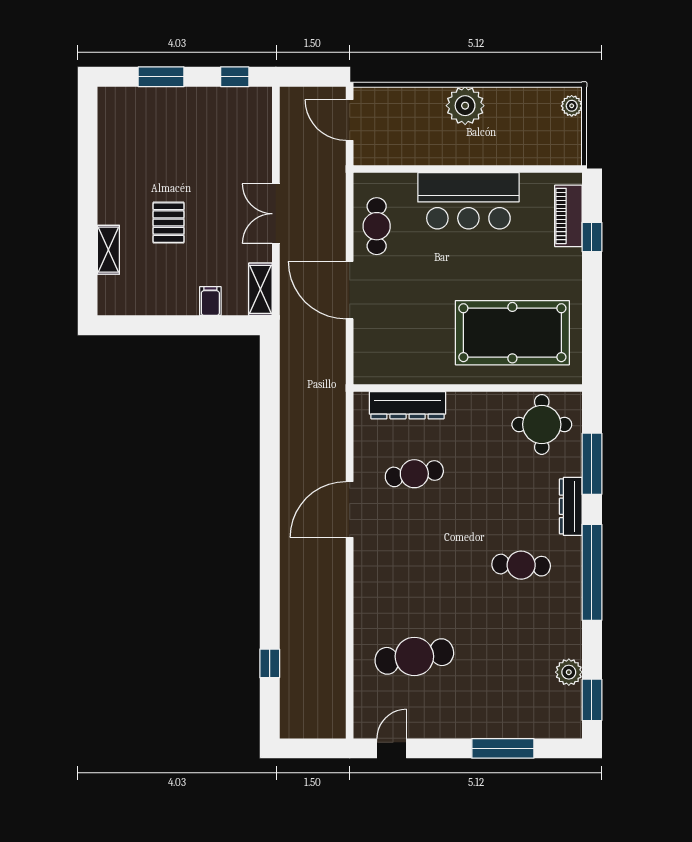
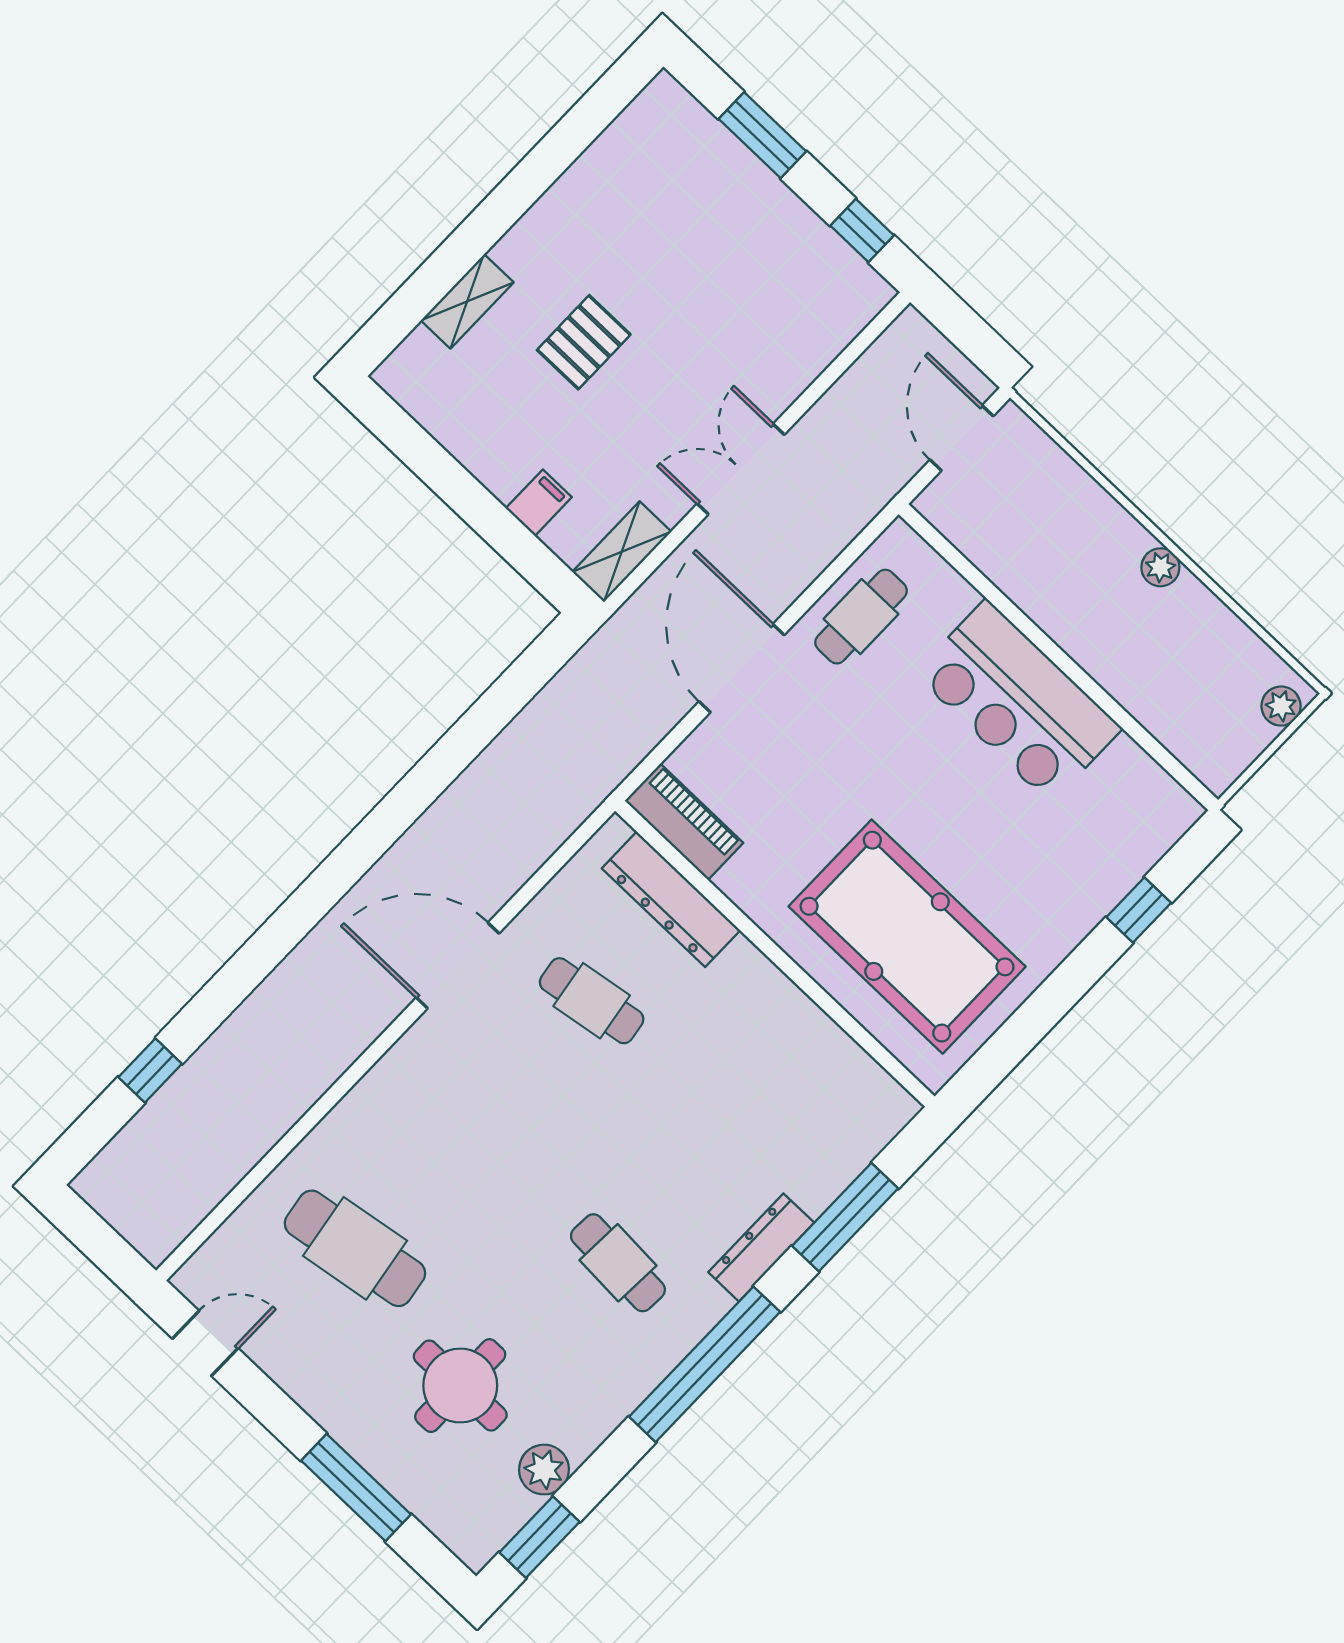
plant: (465, 106) -> (1160, 567), width x0.53, depth x0.53
piano: (568, 216) -> (684, 822), moved, turned 90
round table: (542, 424) -> (460, 1386), moved

